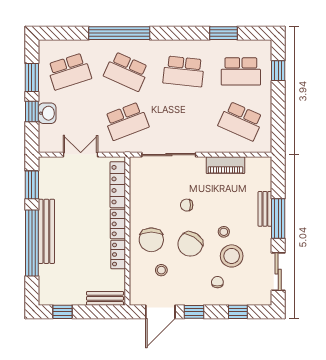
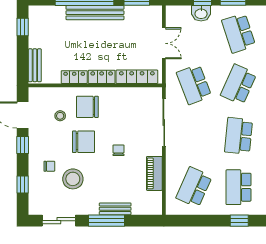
chair: (187, 205) -> (118, 150), moved
stool: (224, 232) -> (95, 172), removed
chair: (190, 244) -> (84, 142), turned 148

